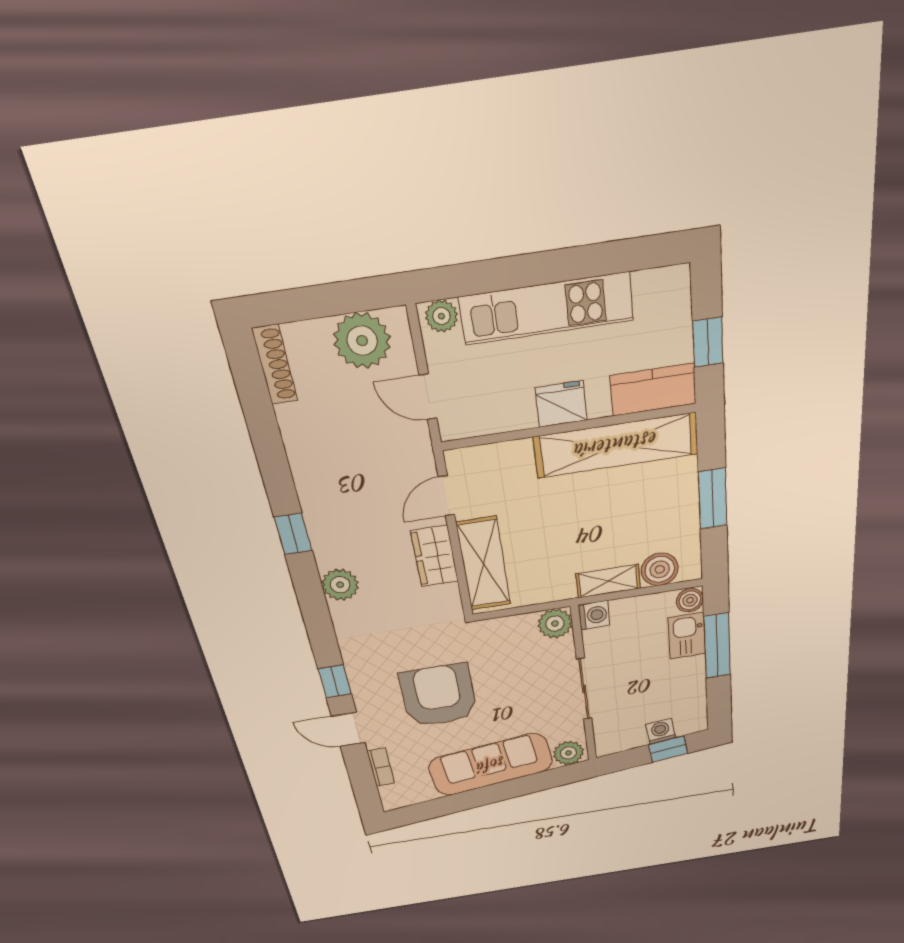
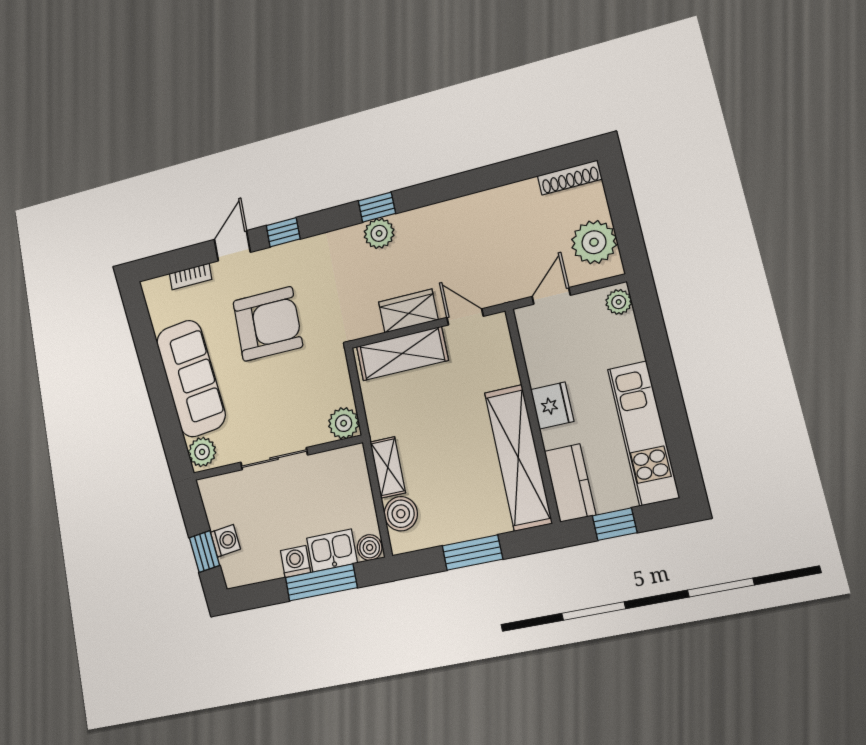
kitchen unit: (547, 309) -> (643, 433), moved
window: (293, 534) -> (377, 207), moved
washing machine: (594, 615) -> (295, 562), moved, turned 180

